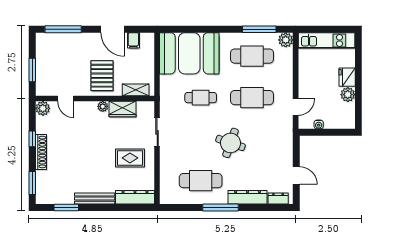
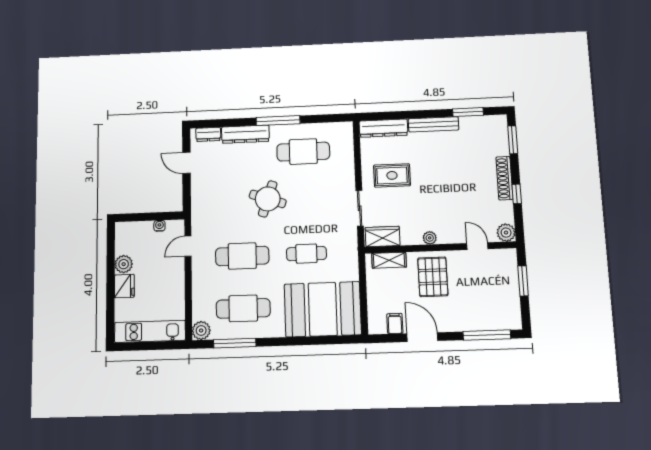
wardrobe: (122, 109) -> (383, 236), moved

